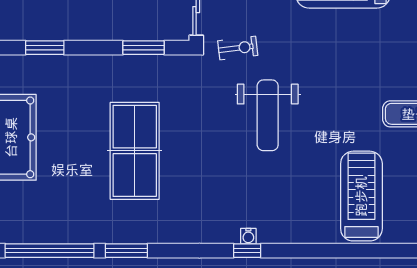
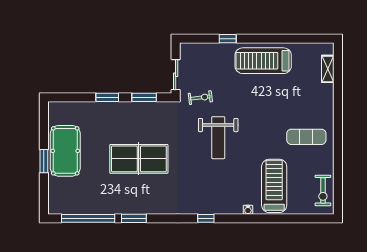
window: (45, 48) -> (107, 97), moved
table tennis table: (135, 151) -> (139, 159), turned 90
water cooler: (248, 236) -> (248, 210), moved

